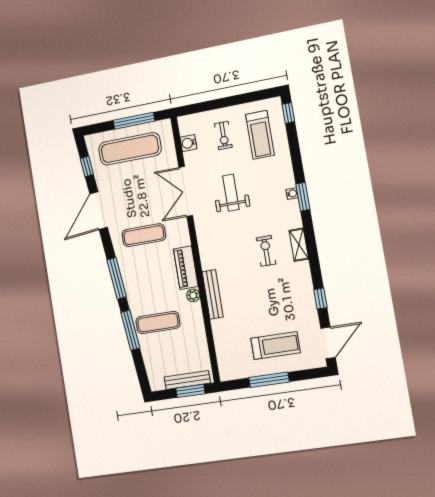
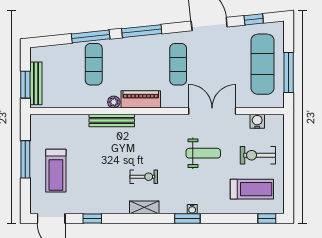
exercise bike: (223, 135) -> (258, 155), width x1.38, depth x1.39
treadmill: (260, 135) -> (252, 189), turned 180

